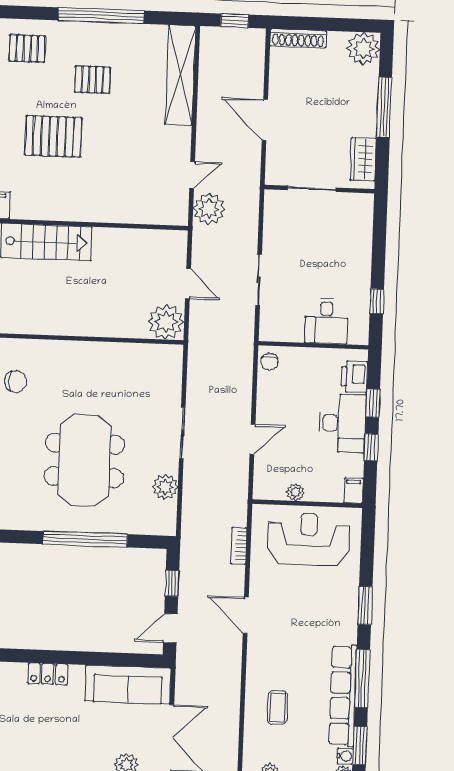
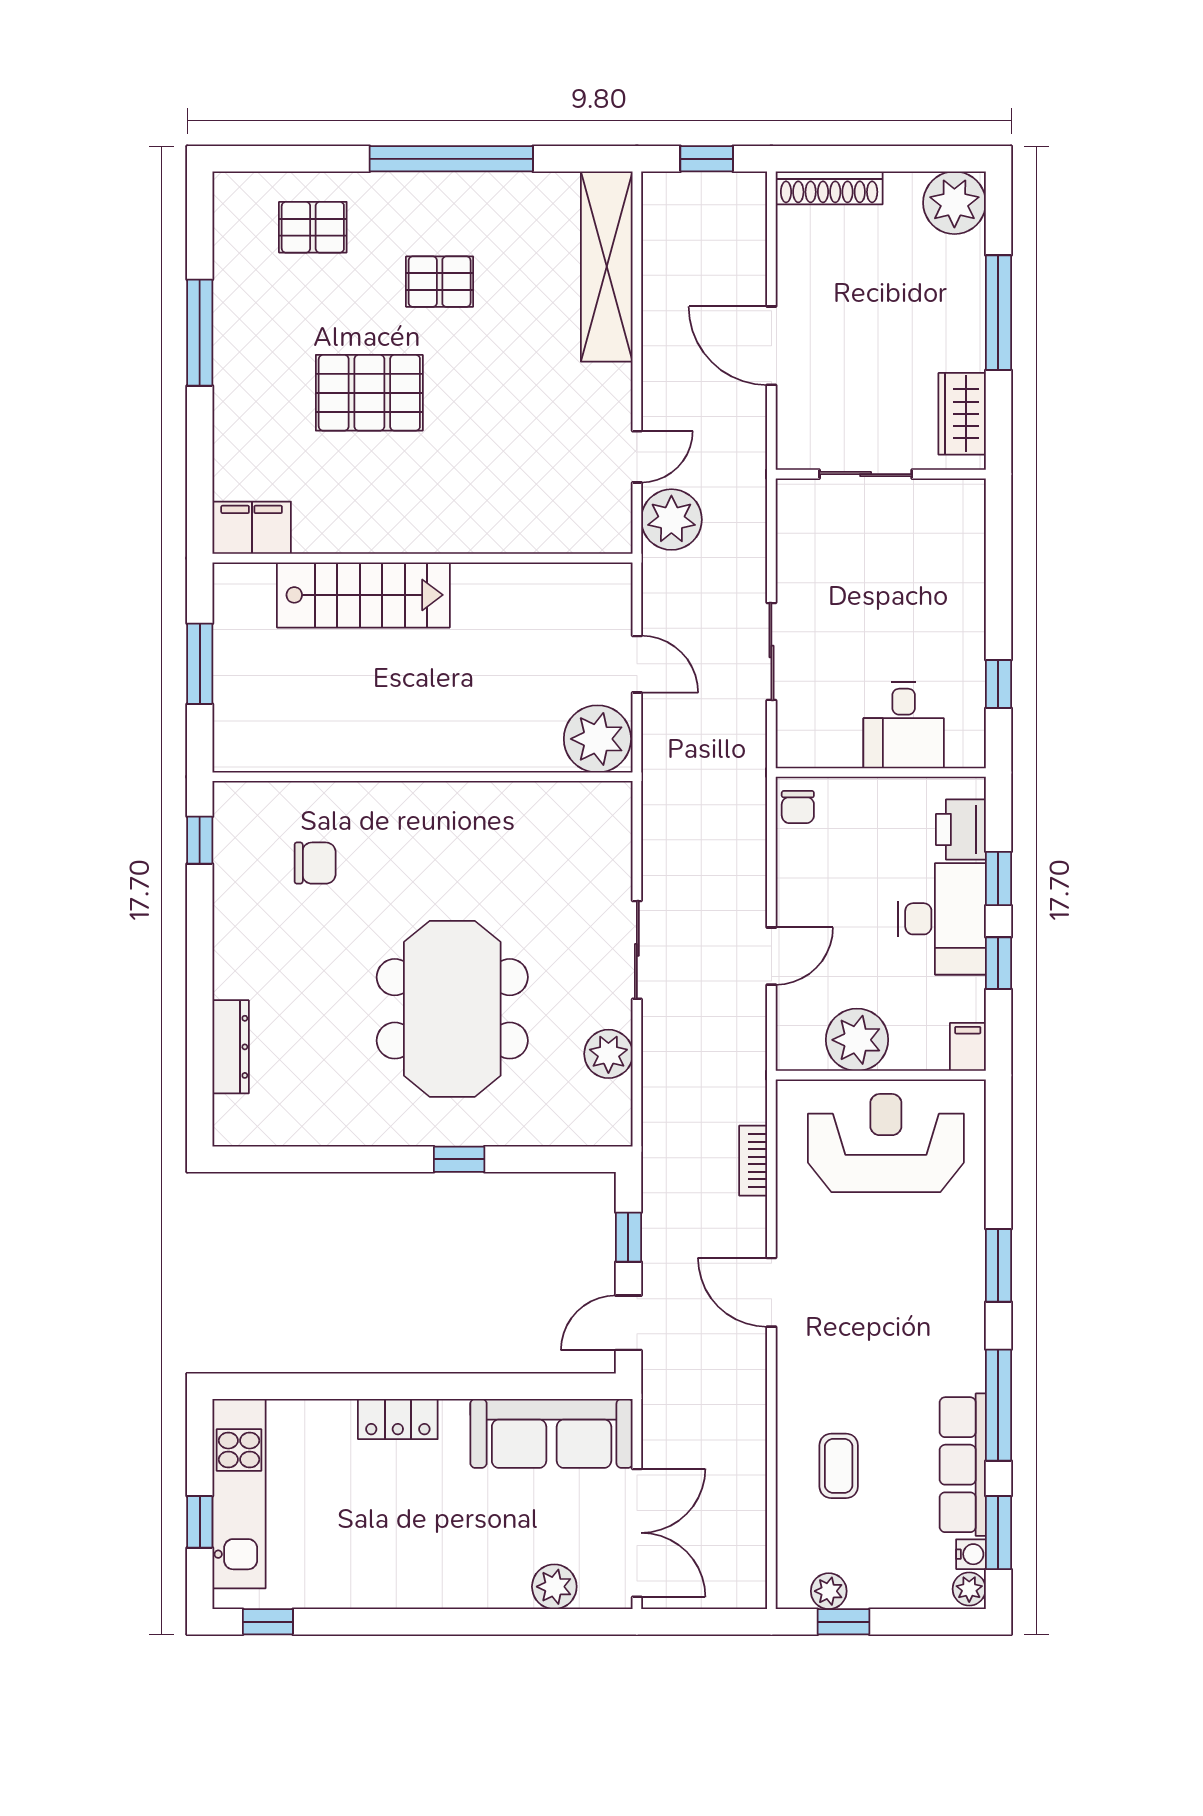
plant: (295, 492) -> (857, 1040), width x1.88, depth x1.88
window: (85, 539) -> (459, 1159), width x0.32
row of seats: (343, 696) -> (963, 1465), width x0.73

